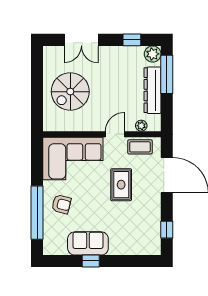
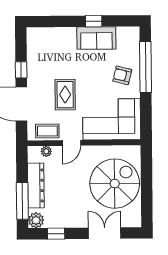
spiral stairs: (70, 92) -> (115, 184), width x1.37, depth x1.37
window: (167, 230) -> (21, 70), moved

